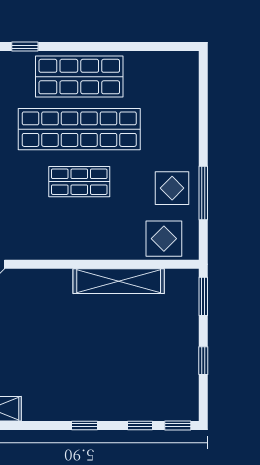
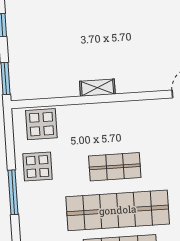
window: (203, 193) -> (13, 192), moved
shelving: (119, 281) -> (97, 88), width x0.45, depth x0.75

